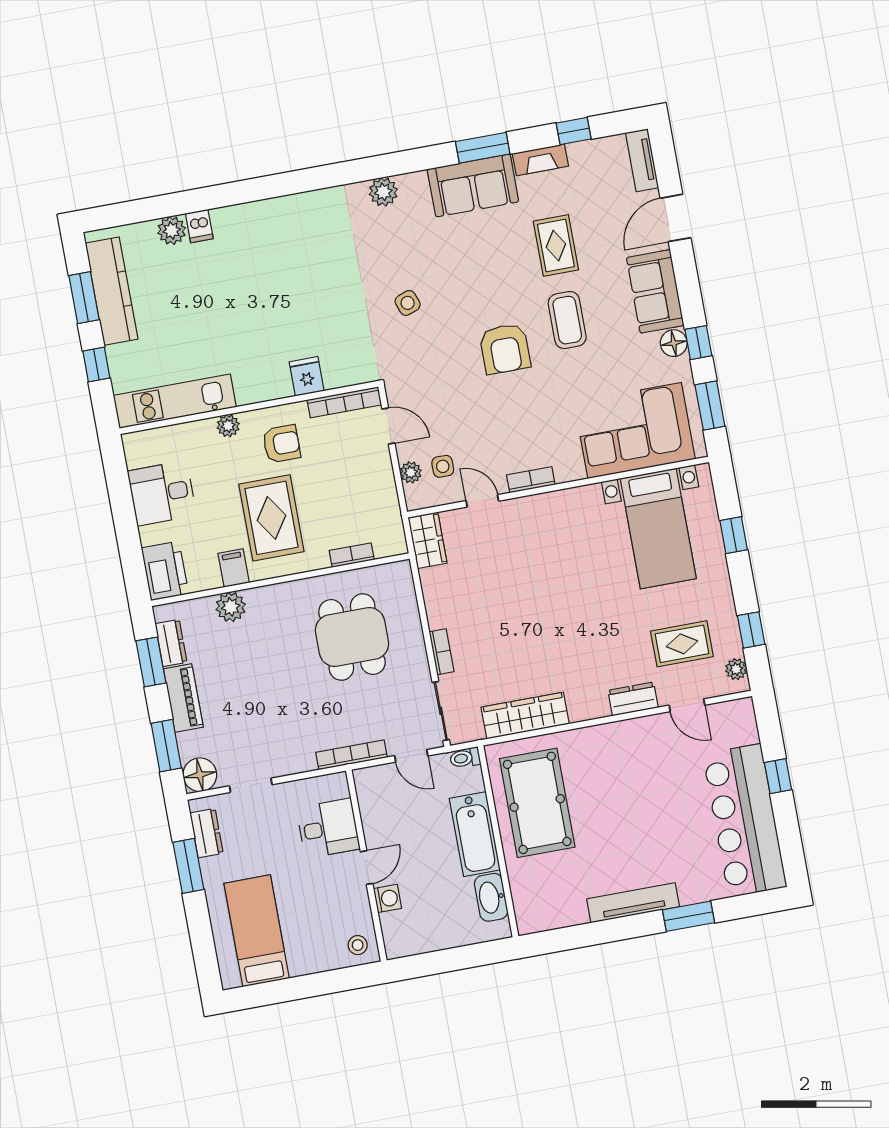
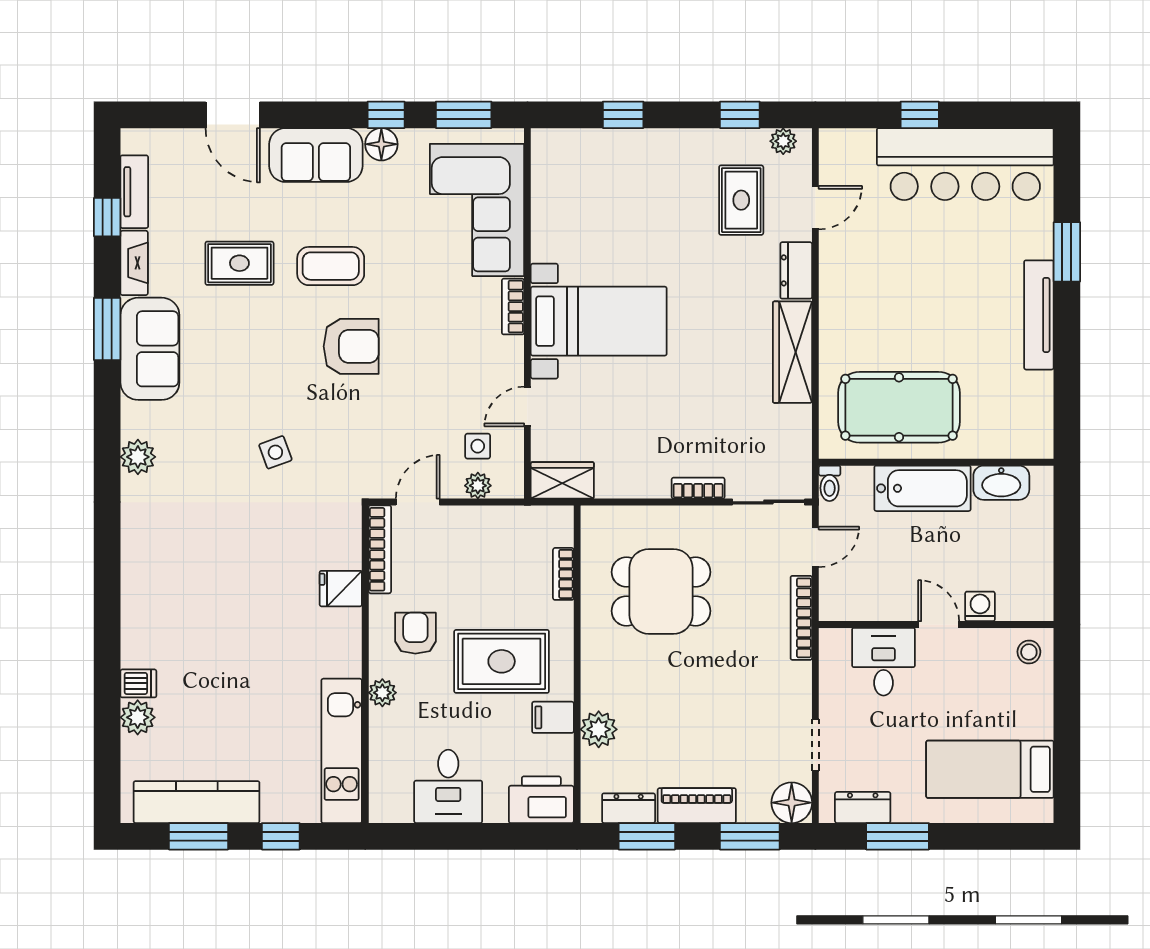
tv unit: (642, 160) -> (134, 192), moved, turned -90
bookcase: (531, 480) -> (513, 307), moved
bed with nightstands: (658, 529) -> (599, 321), moved
wardrobe: (525, 716) -> (792, 352), moved

